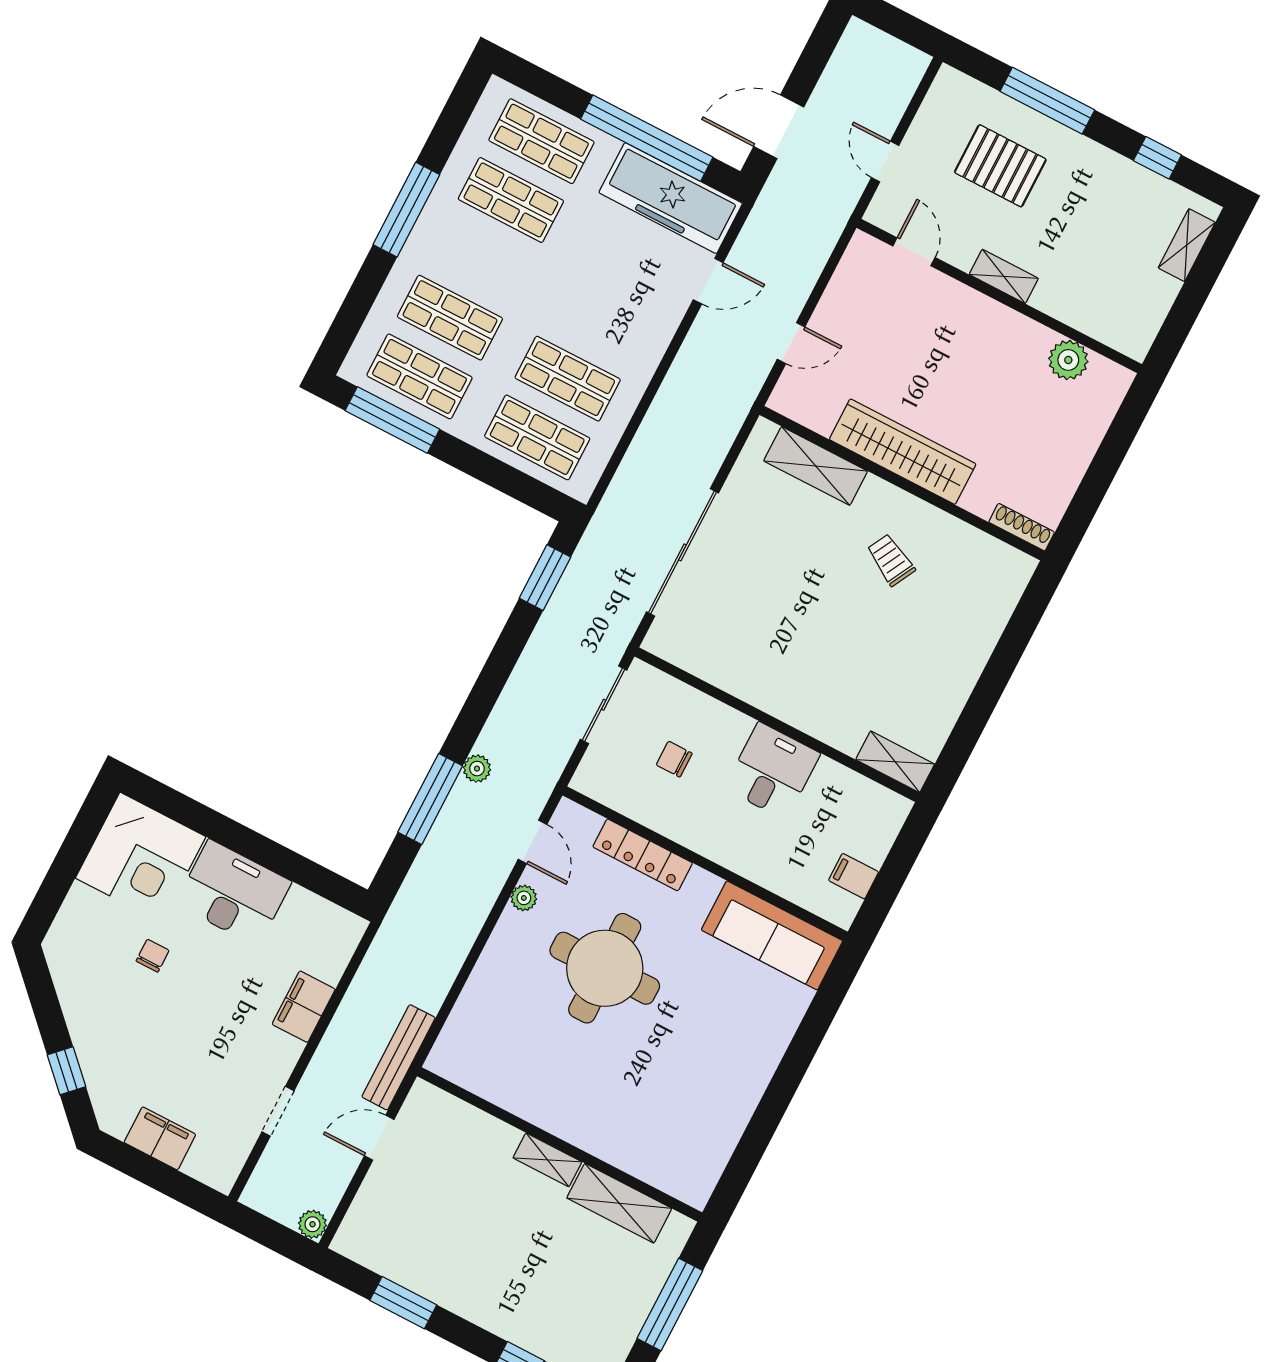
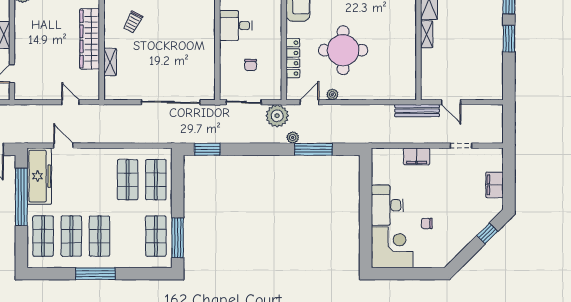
shop shelf: (450, 318) -> (99, 236), moved
shelving: (816, 466) -> (110, 62), width x0.67, depth x0.75
plant: (312, 1224) -> (277, 116), moved, width x1.88, depth x1.88
window: (403, 1303) -> (509, 39), moved

